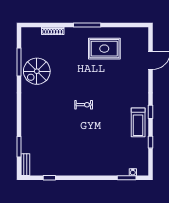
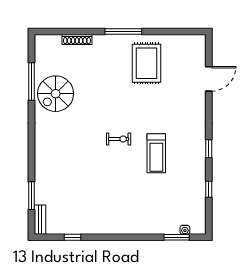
rug: (104, 49) -> (146, 63), turned 90
treadmill: (138, 122) -> (156, 153), moved

